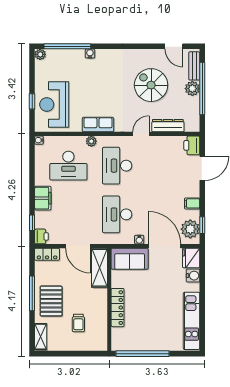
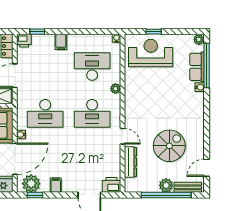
row of seats: (98, 125) -> (197, 67), moved, turned 180
desk: (68, 166) -> (92, 67), turned 90
desk: (117, 166) -> (92, 113), turned 180
filing cabinet: (43, 198) -> (61, 42), width x0.50
desk: (117, 214) -> (45, 113), turned 180

